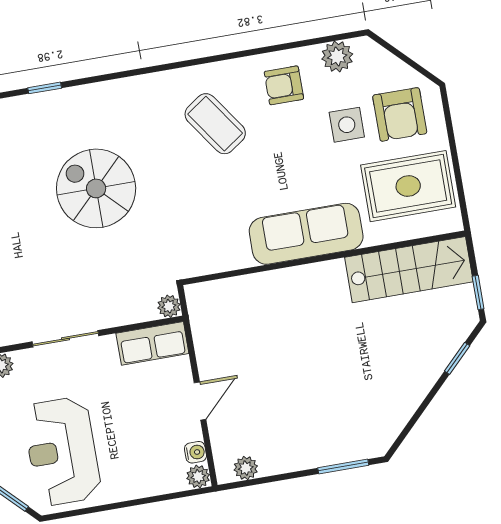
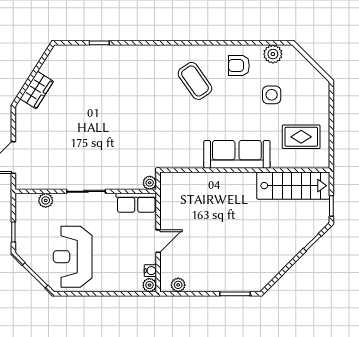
armchair: (400, 114) -> (304, 94), removed
rug: (408, 186) -> (301, 137), width x0.73, depth x0.70
spiral stairs: (96, 188) -> (119, 107), removed

